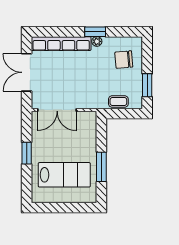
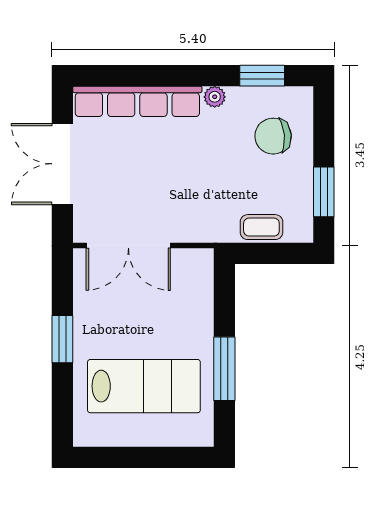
window: (95, 32) -> (262, 76), moved

